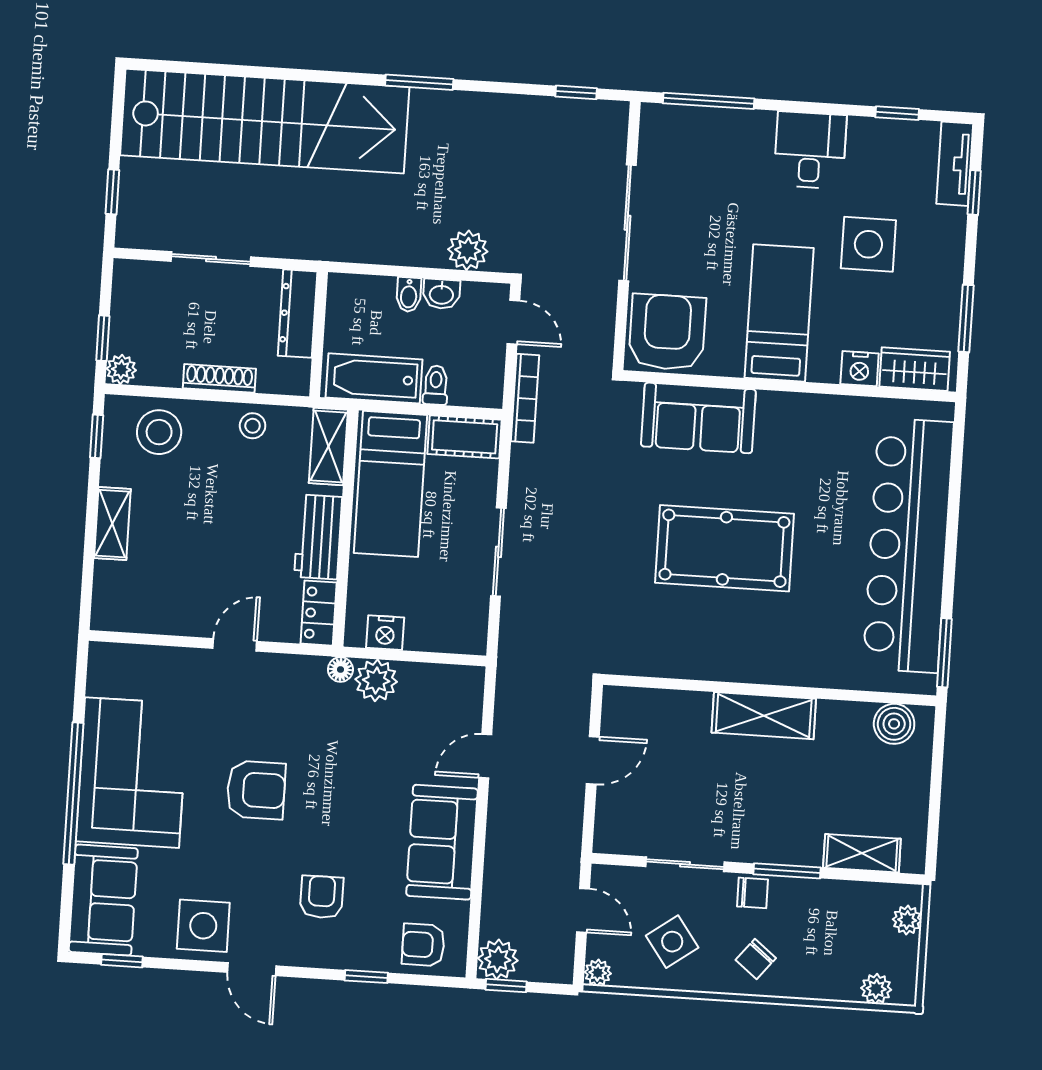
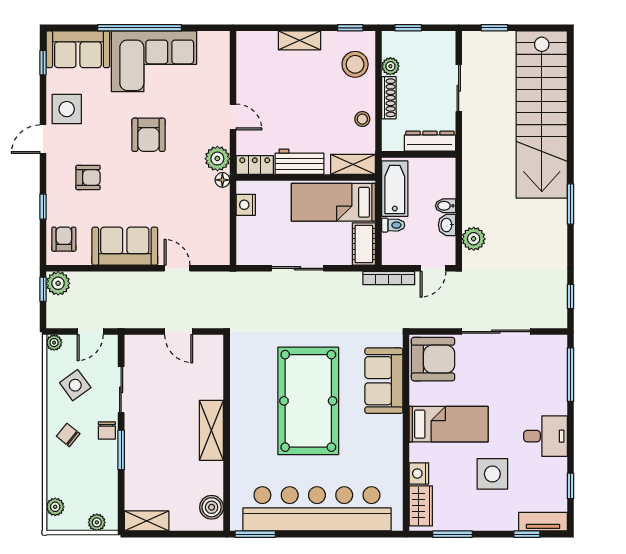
plant: (121, 369) -> (390, 66), moved
pool table: (724, 548) -> (308, 401), width x1.36, depth x1.32
plant: (376, 680) -> (217, 159), moved
shelving: (862, 853) -> (147, 521), moved, turned 90

